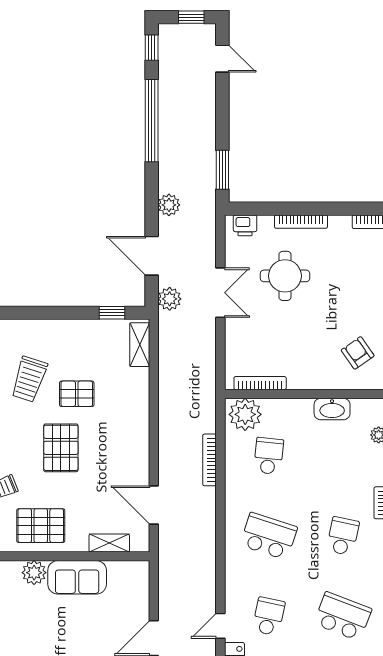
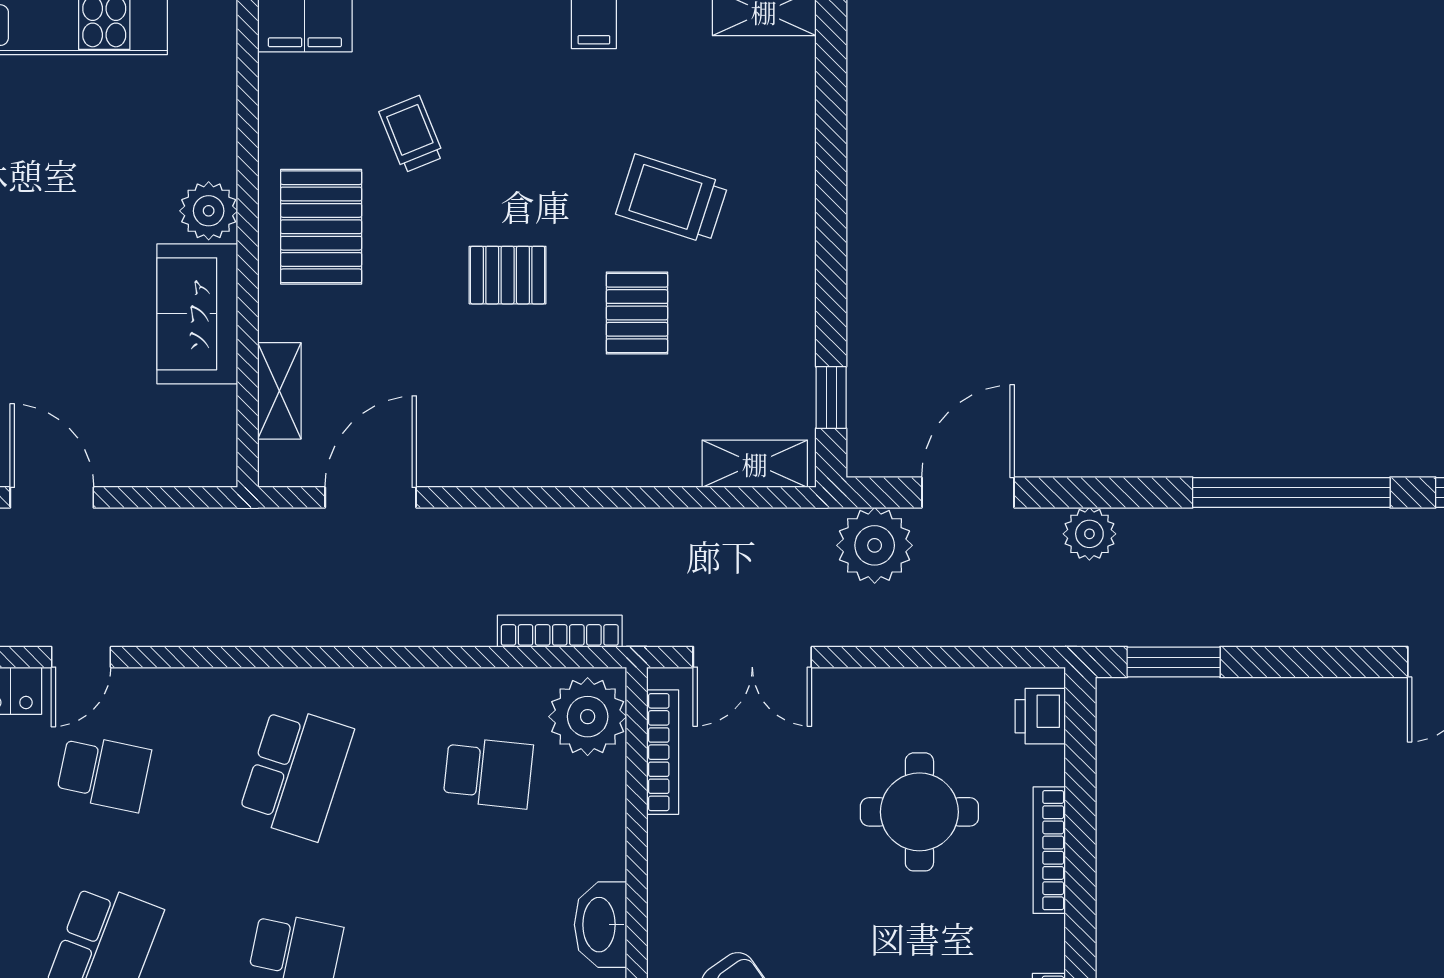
double door: (220, 293) -> (752, 657), moved
plant: (170, 299) -> (875, 545), width x1.36, depth x1.36
pallet: (61, 448) -> (508, 275), width x0.67, depth x0.71
bookcase: (210, 460) -> (560, 631), moved
door: (220, 626) -> (81, 657), swing flipped

